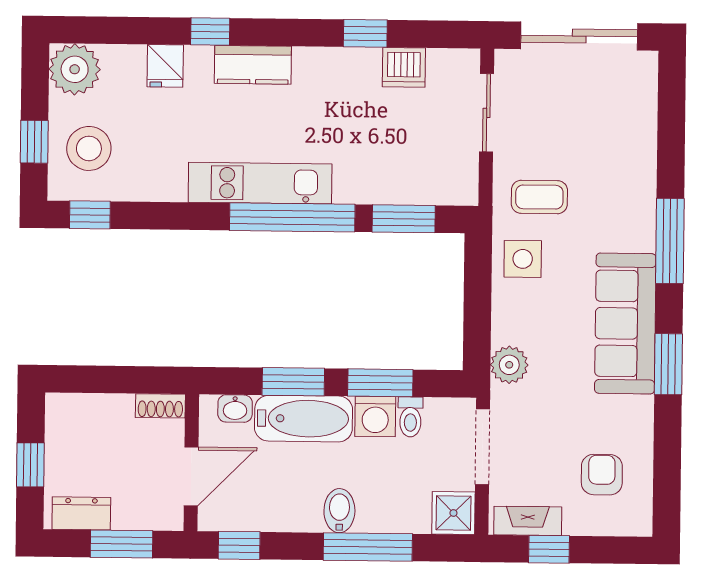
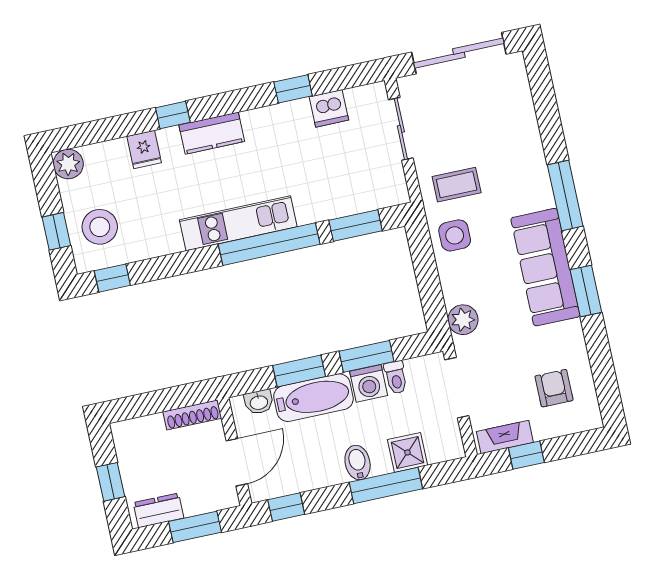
plant: (75, 69) -> (68, 164), width x0.73, depth x0.73
shoe rack: (160, 406) -> (192, 415), width x1.43
shower: (453, 513) -> (407, 452), moved

